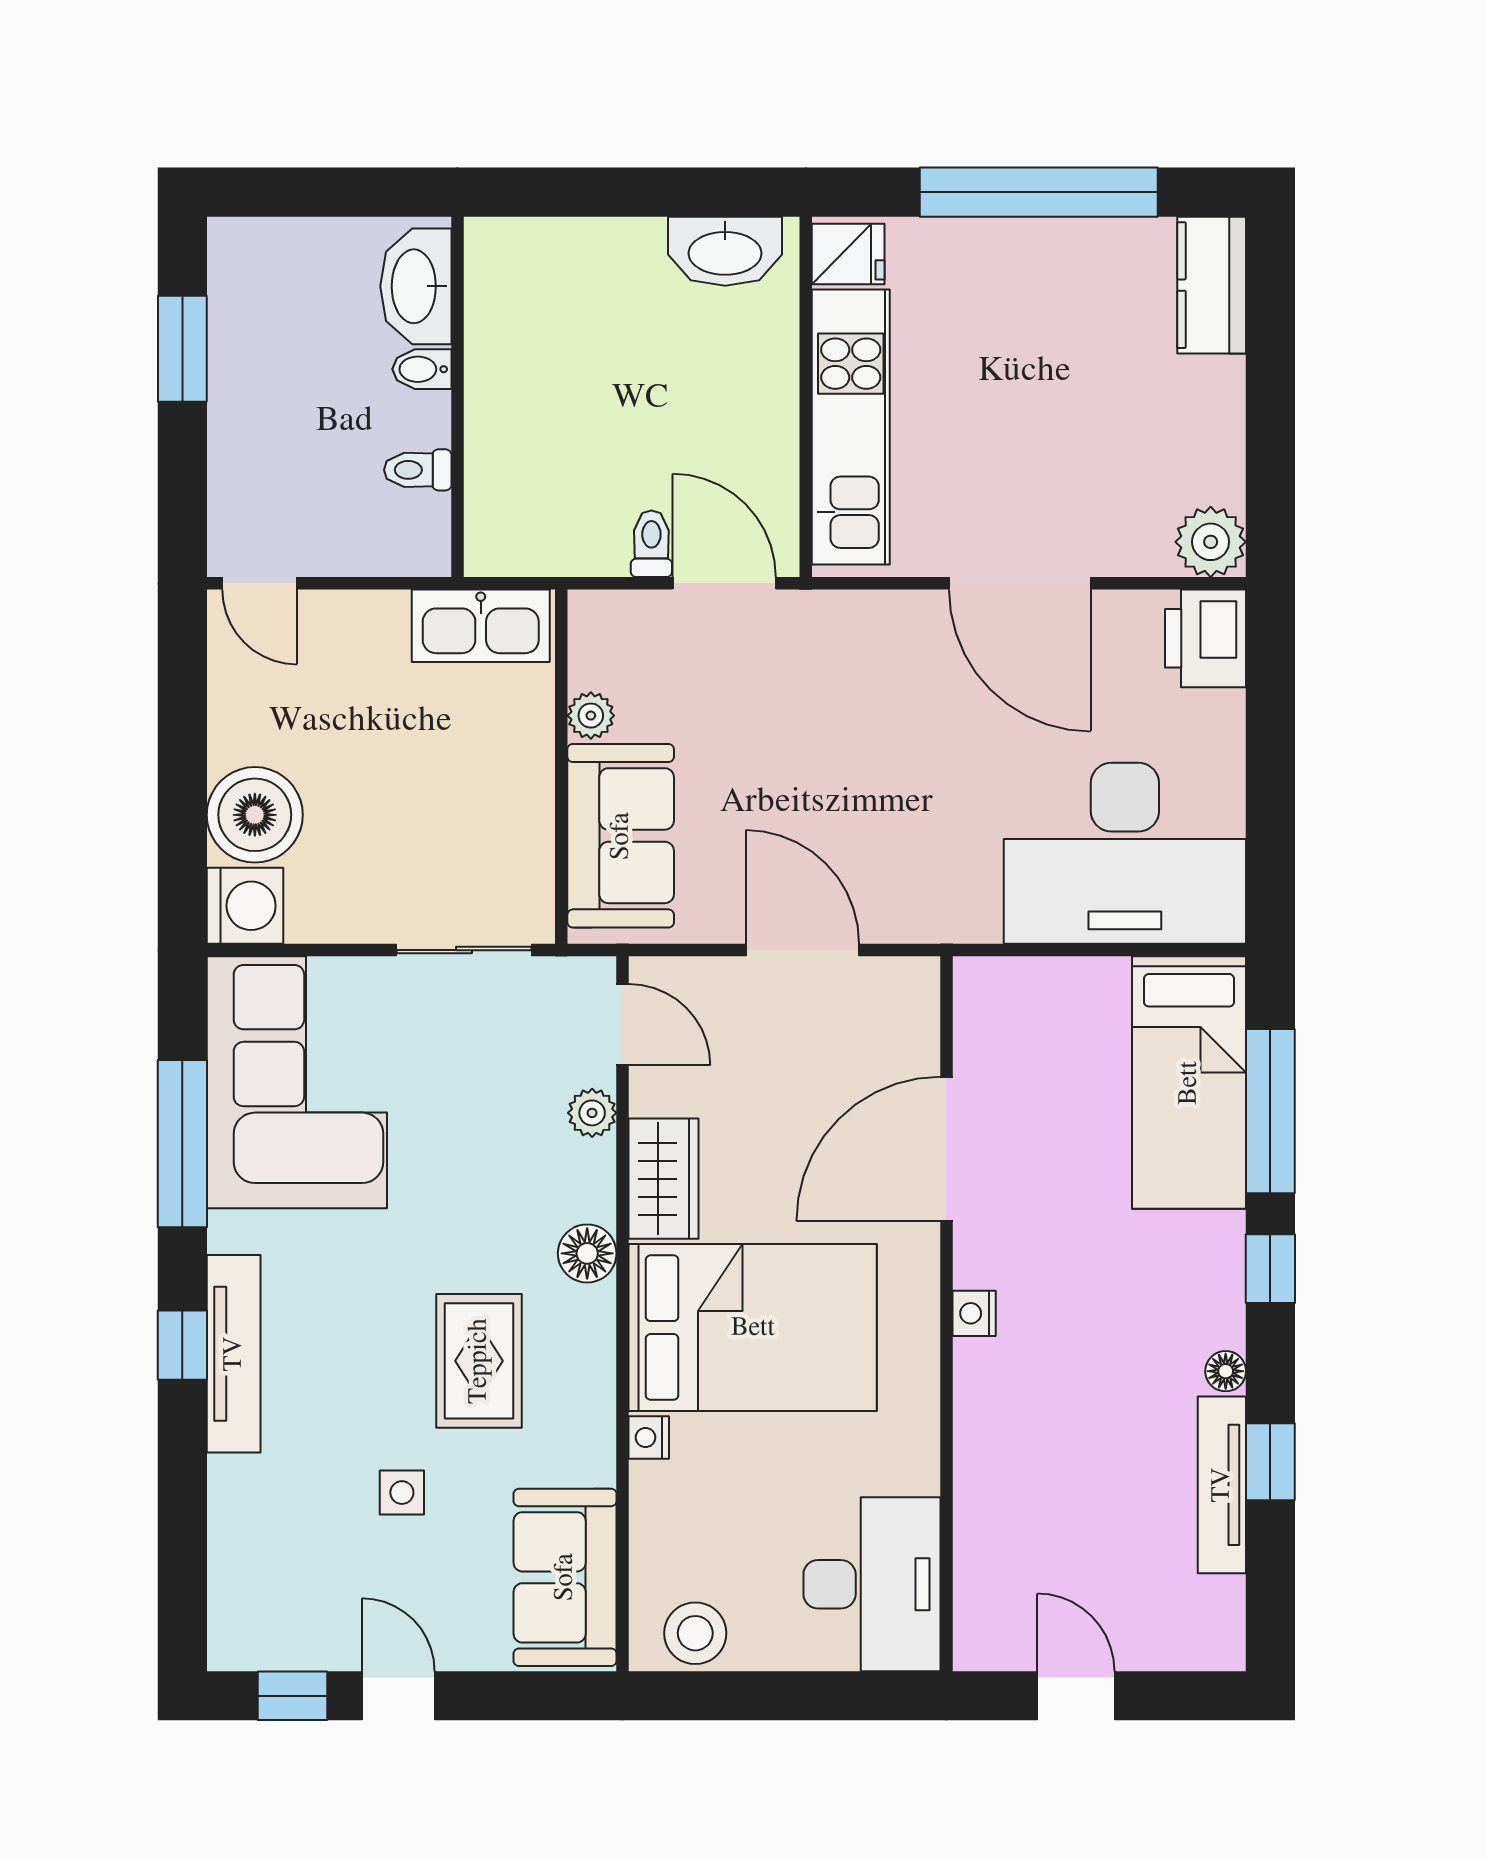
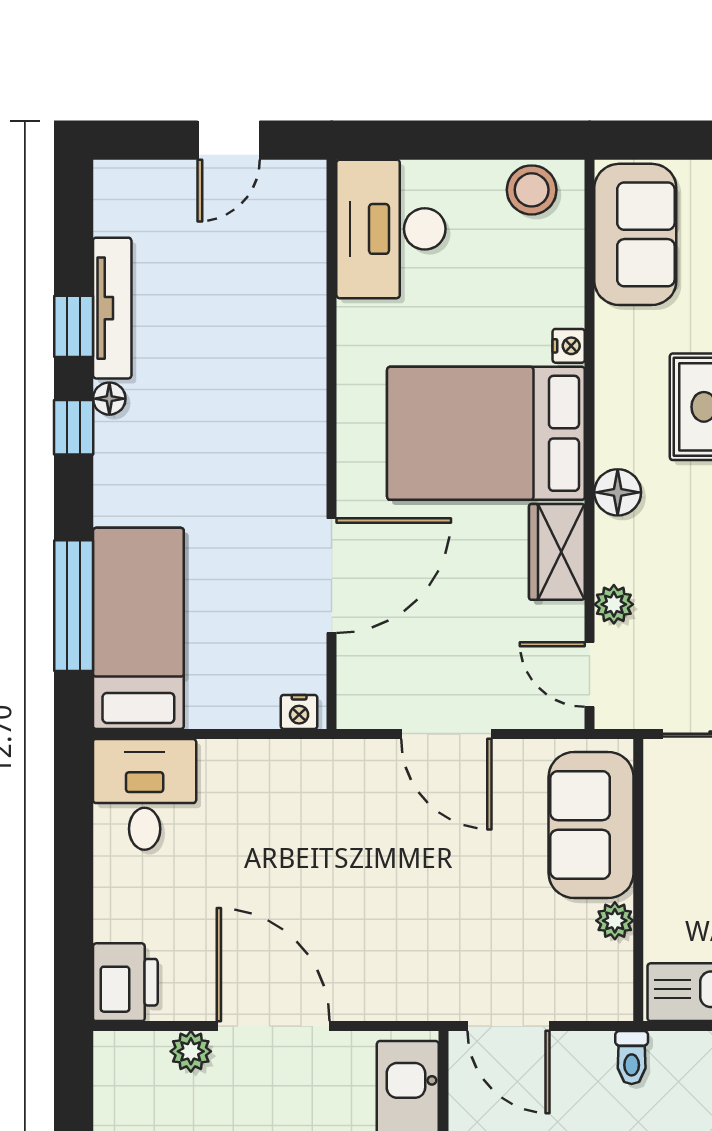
plant: (1211, 542) -> (191, 1051), moved, width x0.73, depth x0.73
toilet: (651, 544) -> (632, 1058), moved
desk: (1125, 853) -> (145, 794), width x0.53, depth x0.77
window: (1270, 1269) -> (74, 427), moved
nightstand: (974, 1313) -> (299, 712), moved, turned 90
door: (1076, 1696) -> (229, 140), hinge flipped

